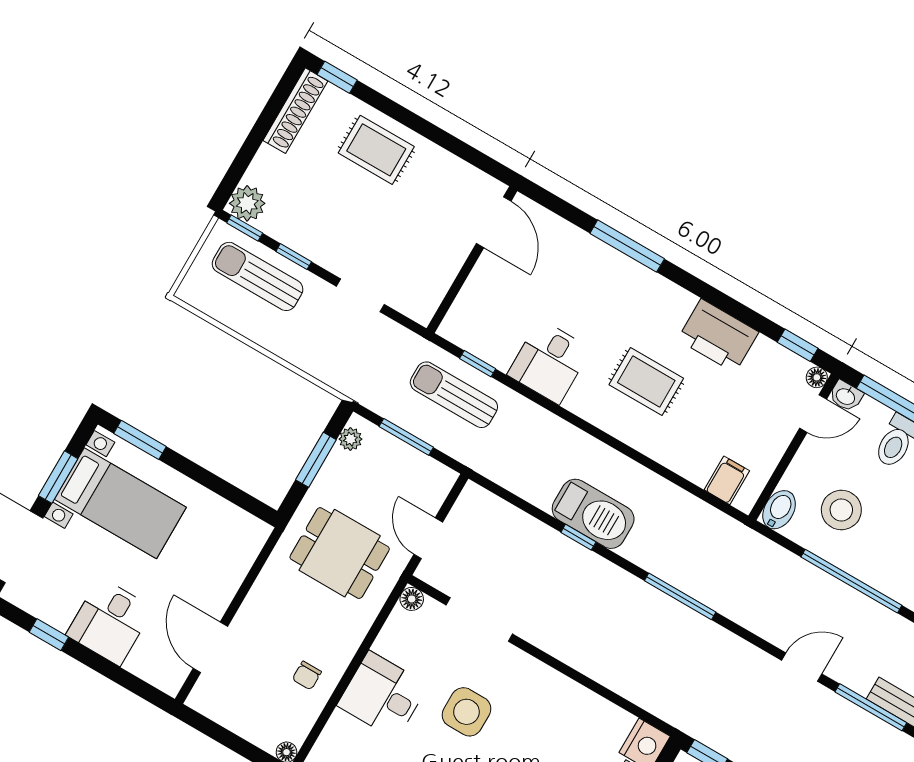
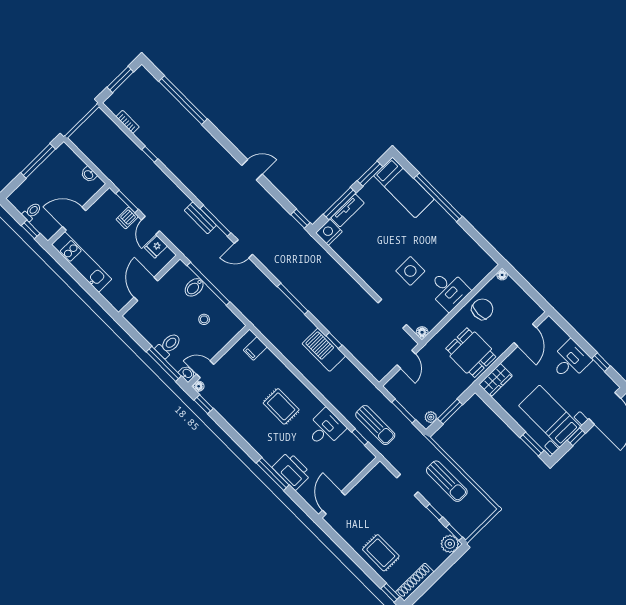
sun lounger: (258, 276) -> (447, 481), moved
printer: (718, 336) -> (292, 471), moved
window: (58, 477) -> (576, 437), width x0.67
bidet: (779, 510) -> (194, 287), moved
stool: (841, 510) -> (204, 319), width x0.53, depth x0.53
wardrobe: (244, 545) -> (496, 380), added
dining table: (340, 553) -> (471, 353), moved
chair: (307, 676) -> (482, 309), width x1.87, depth x1.87

